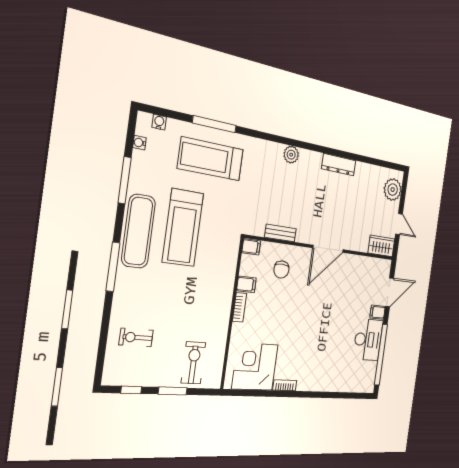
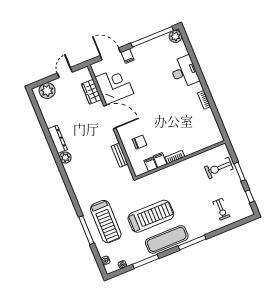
plant: (291, 155) -> (65, 158), moved
wardrobe: (381, 246) -> (91, 92), moved
filing cabinet: (251, 247) -> (151, 164), moved
desk: (368, 340) -> (184, 72), moved, turned 90
corner desk: (255, 367) -> (114, 85), moved, turned 180
plant: (368, 384) -> (175, 36), added

